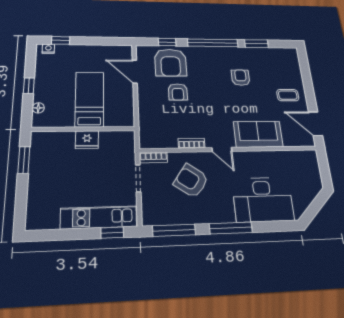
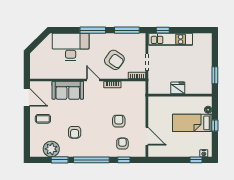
plant: (270, 57) -> (51, 149), added
armchair: (170, 63) -> (122, 144), width x0.53, depth x0.53
bed: (89, 99) -> (192, 123), moved, turned 90

